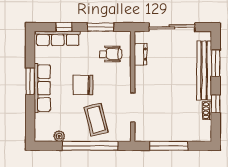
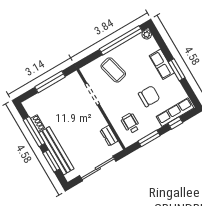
wheelchair: (111, 54) -> (130, 123), turned 90
chair: (83, 85) -> (149, 96), moved
row of seats: (42, 88) -> (162, 64), width x0.68
window: (216, 104) -> (34, 132), width x2.17
plant: (59, 136) -> (147, 34), moved
window: (90, 146) -> (121, 40), moved

